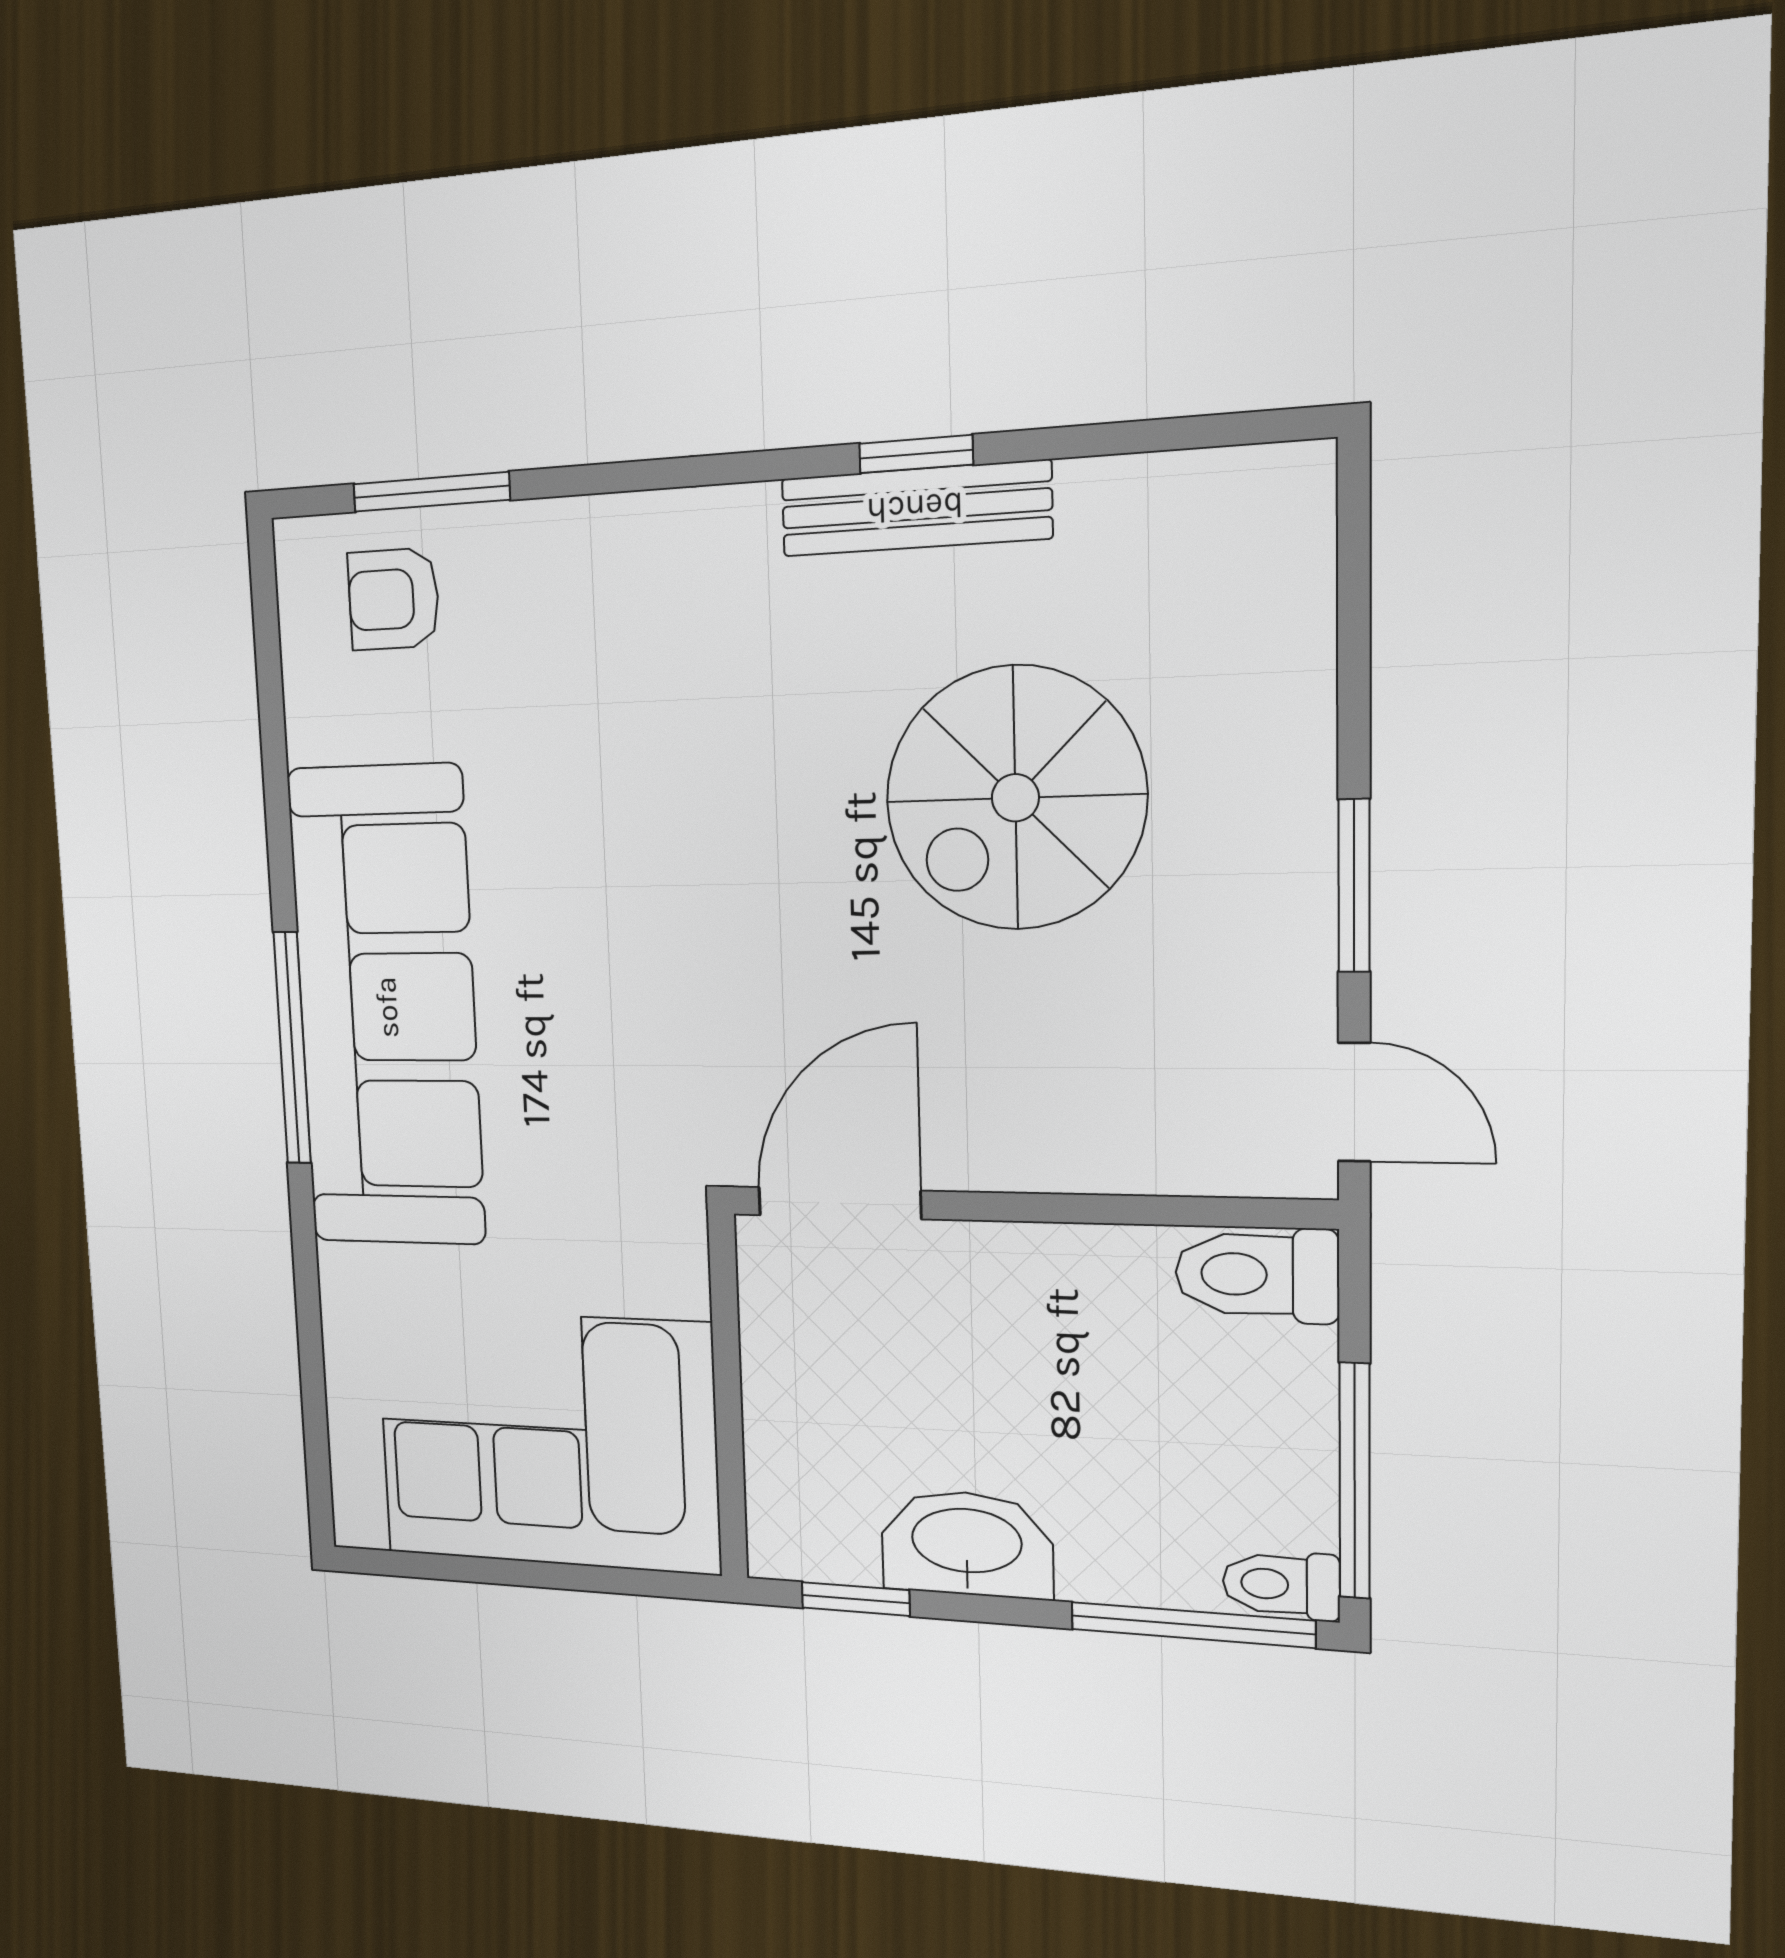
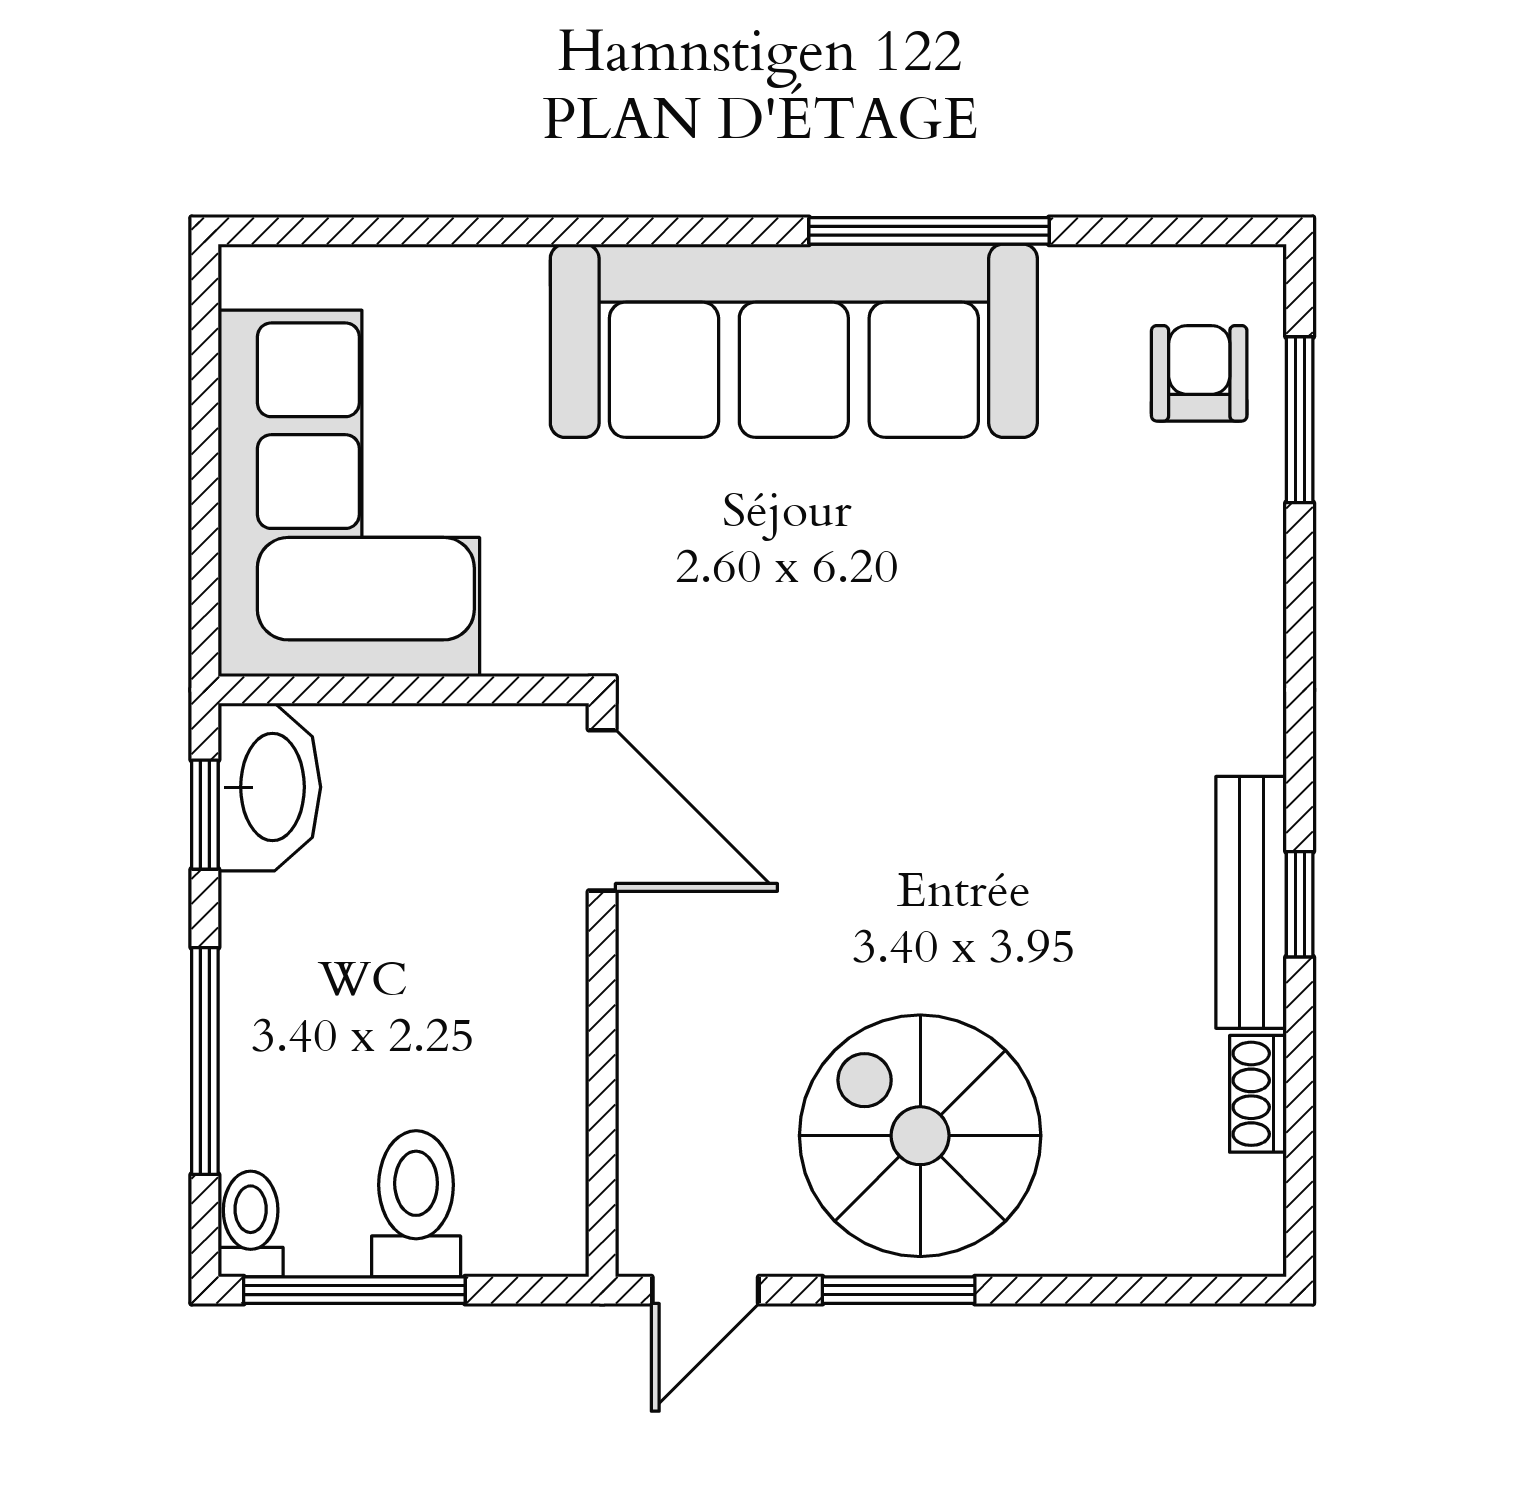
shoe rack: (1125, 486) -> (1258, 1094), added
spiral stairs: (1015, 798) -> (920, 1136), moved
window: (292, 1048) -> (929, 231), moved
toilet: (1257, 1275) -> (416, 1204), moved
washbasin: (967, 1544) -> (269, 787), moved
window: (1192, 1625) -> (205, 1061), moved

